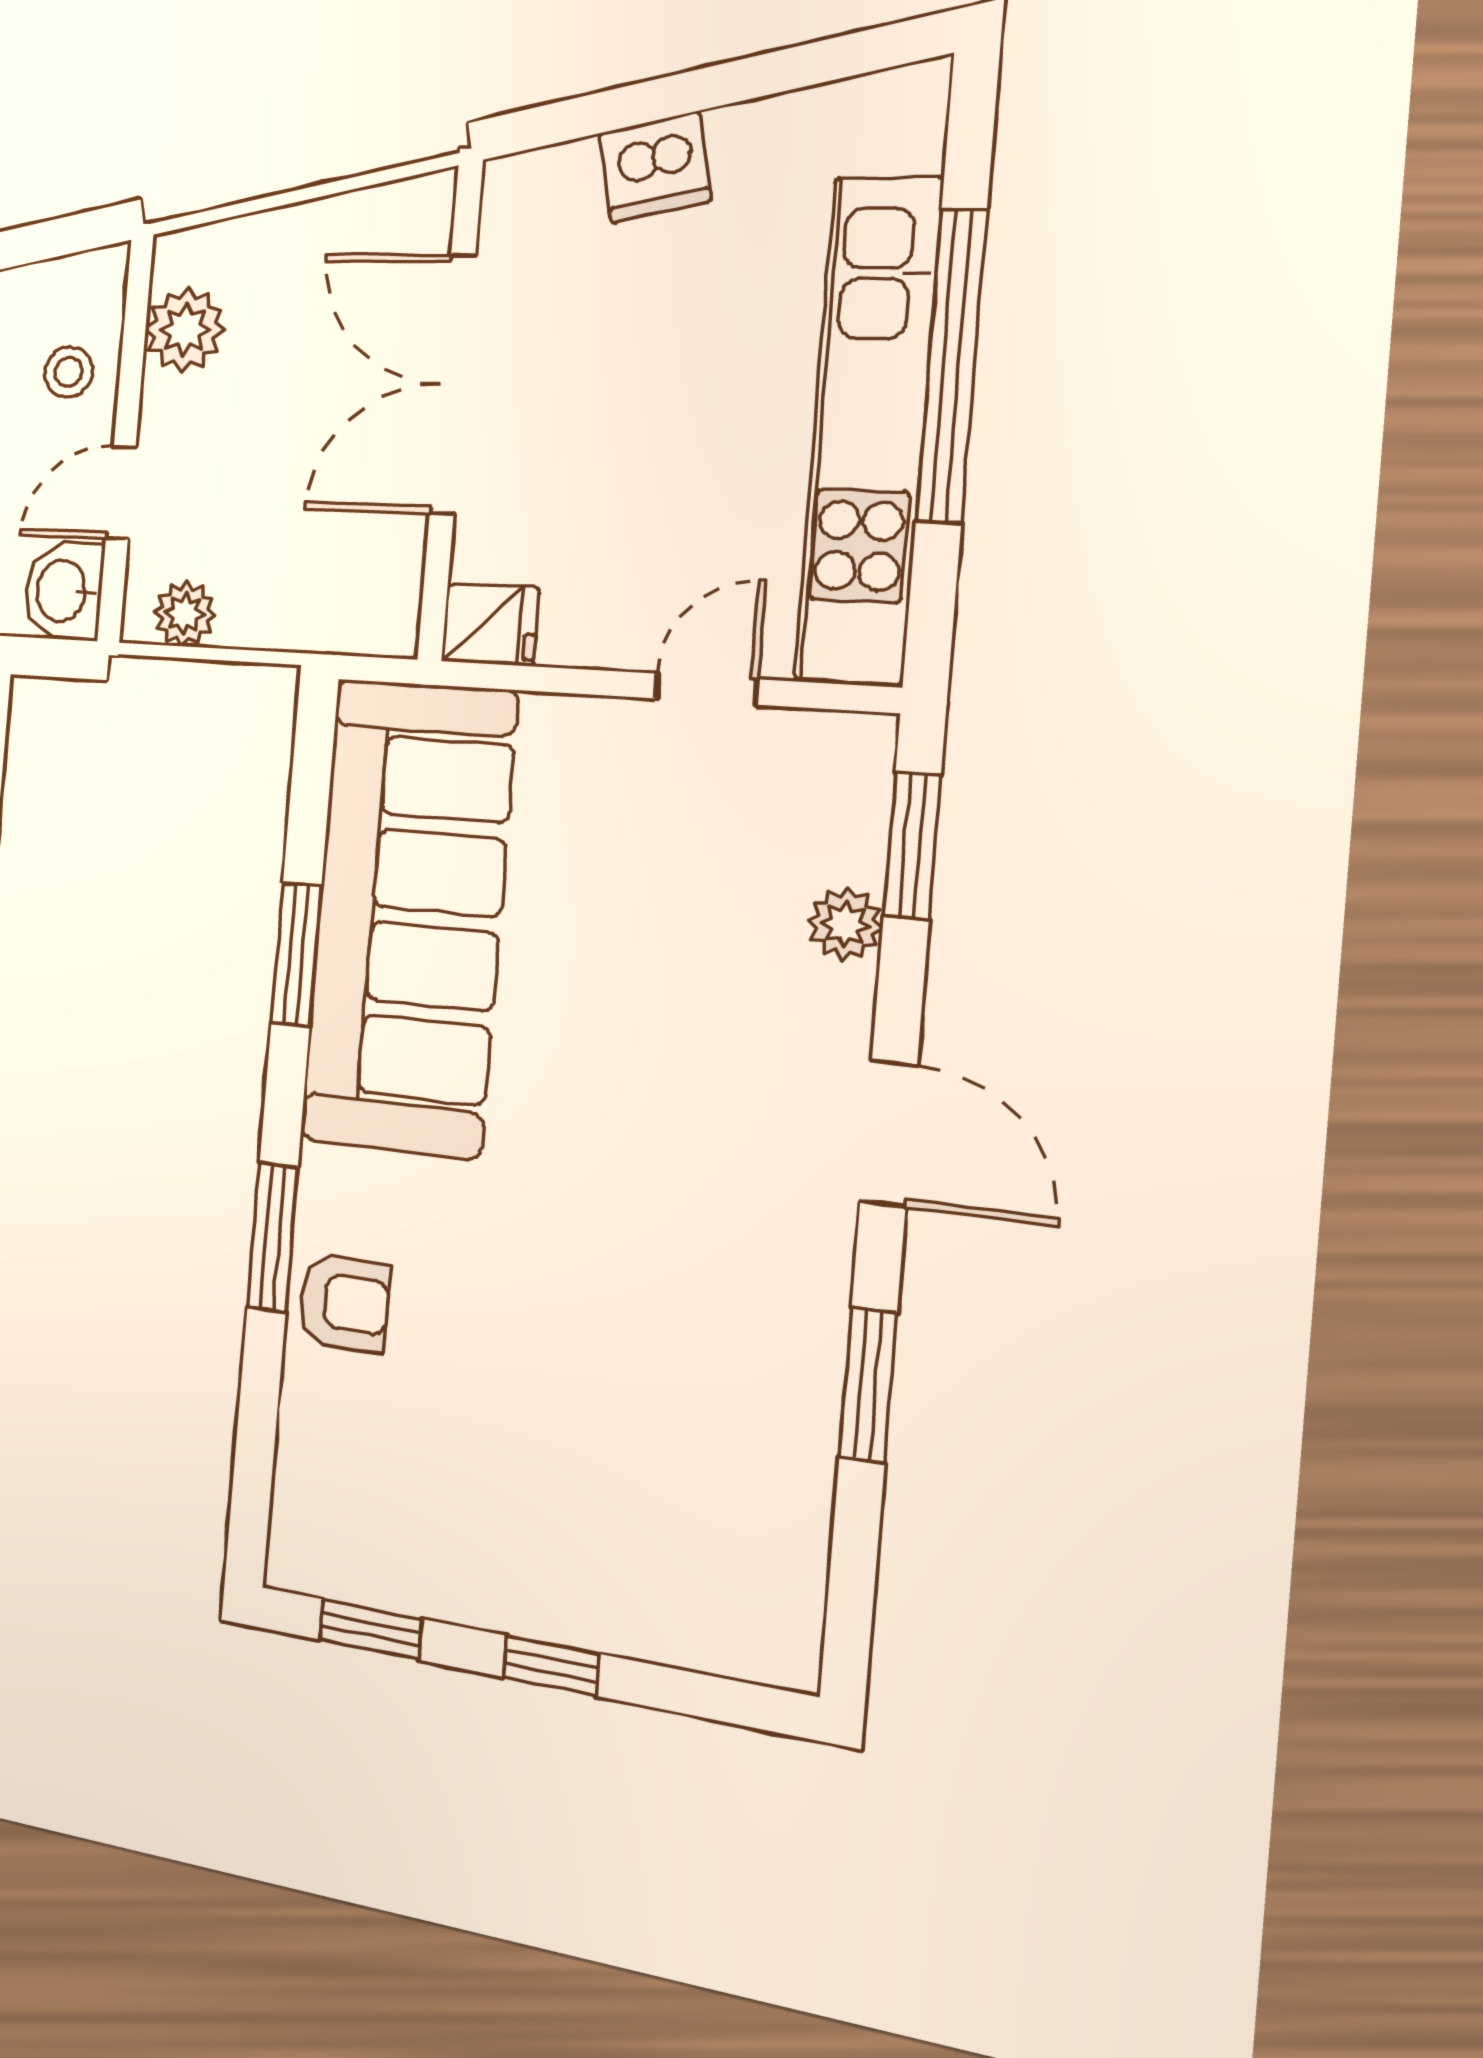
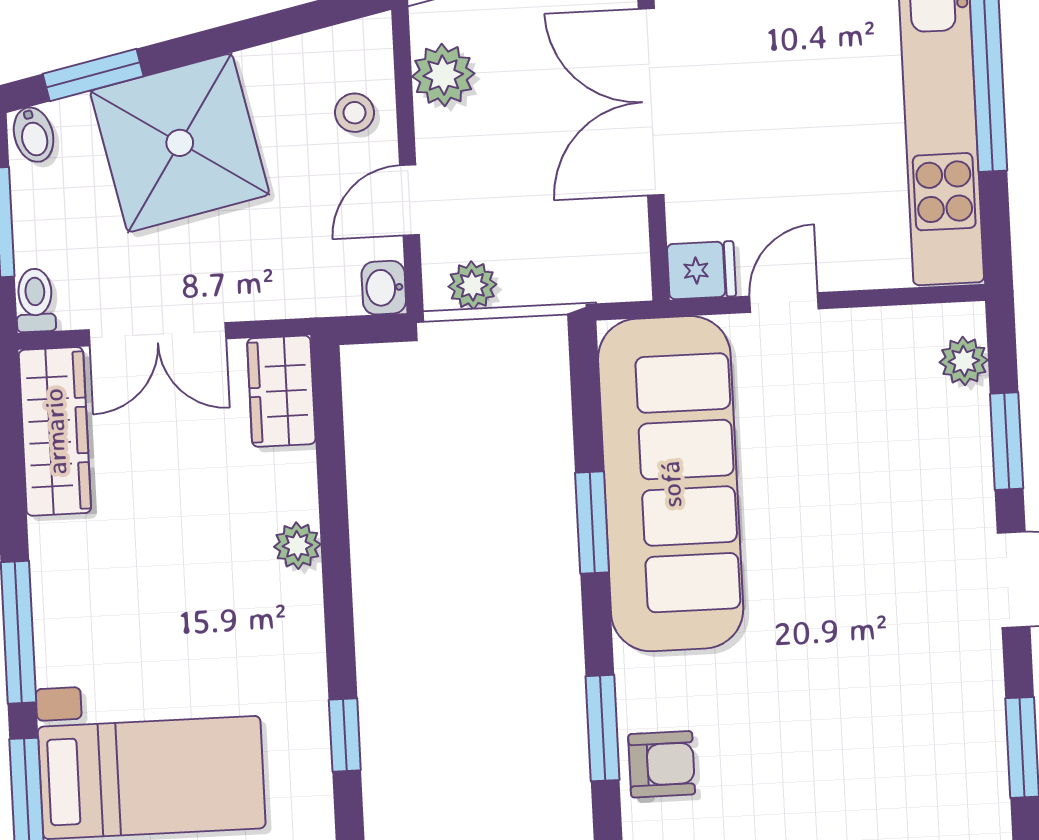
washbasin: (63, 591) -> (384, 288), width x0.72, depth x0.69
door: (706, 689) -> (784, 303), moved
window: (912, 846) -> (1007, 441), moved
plant: (845, 924) -> (964, 361), moved

